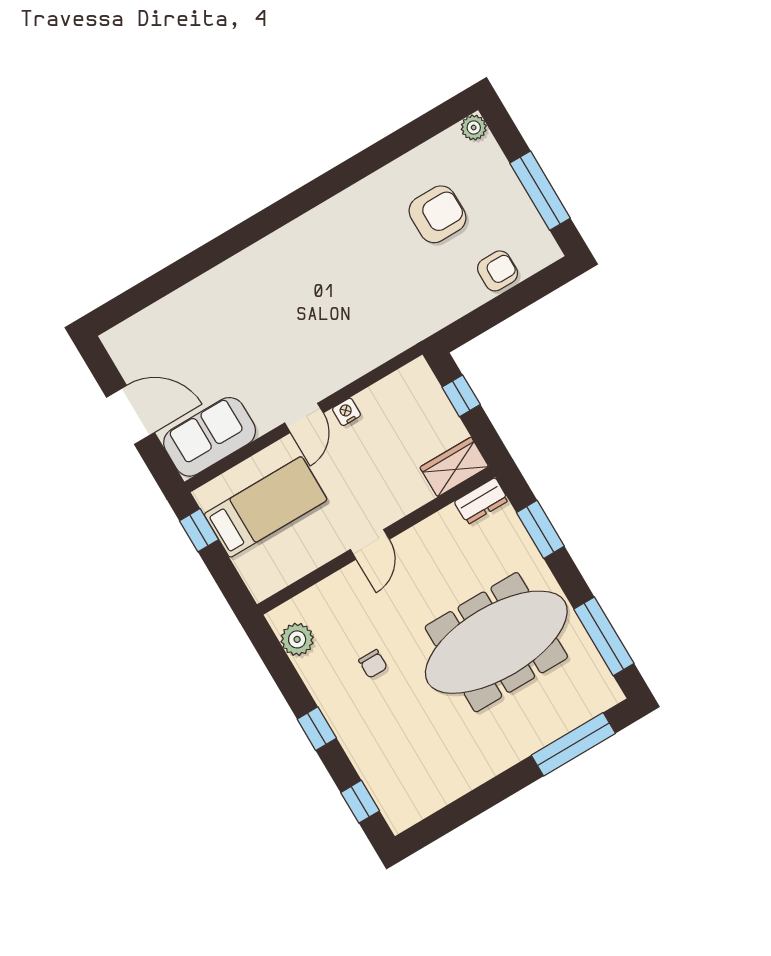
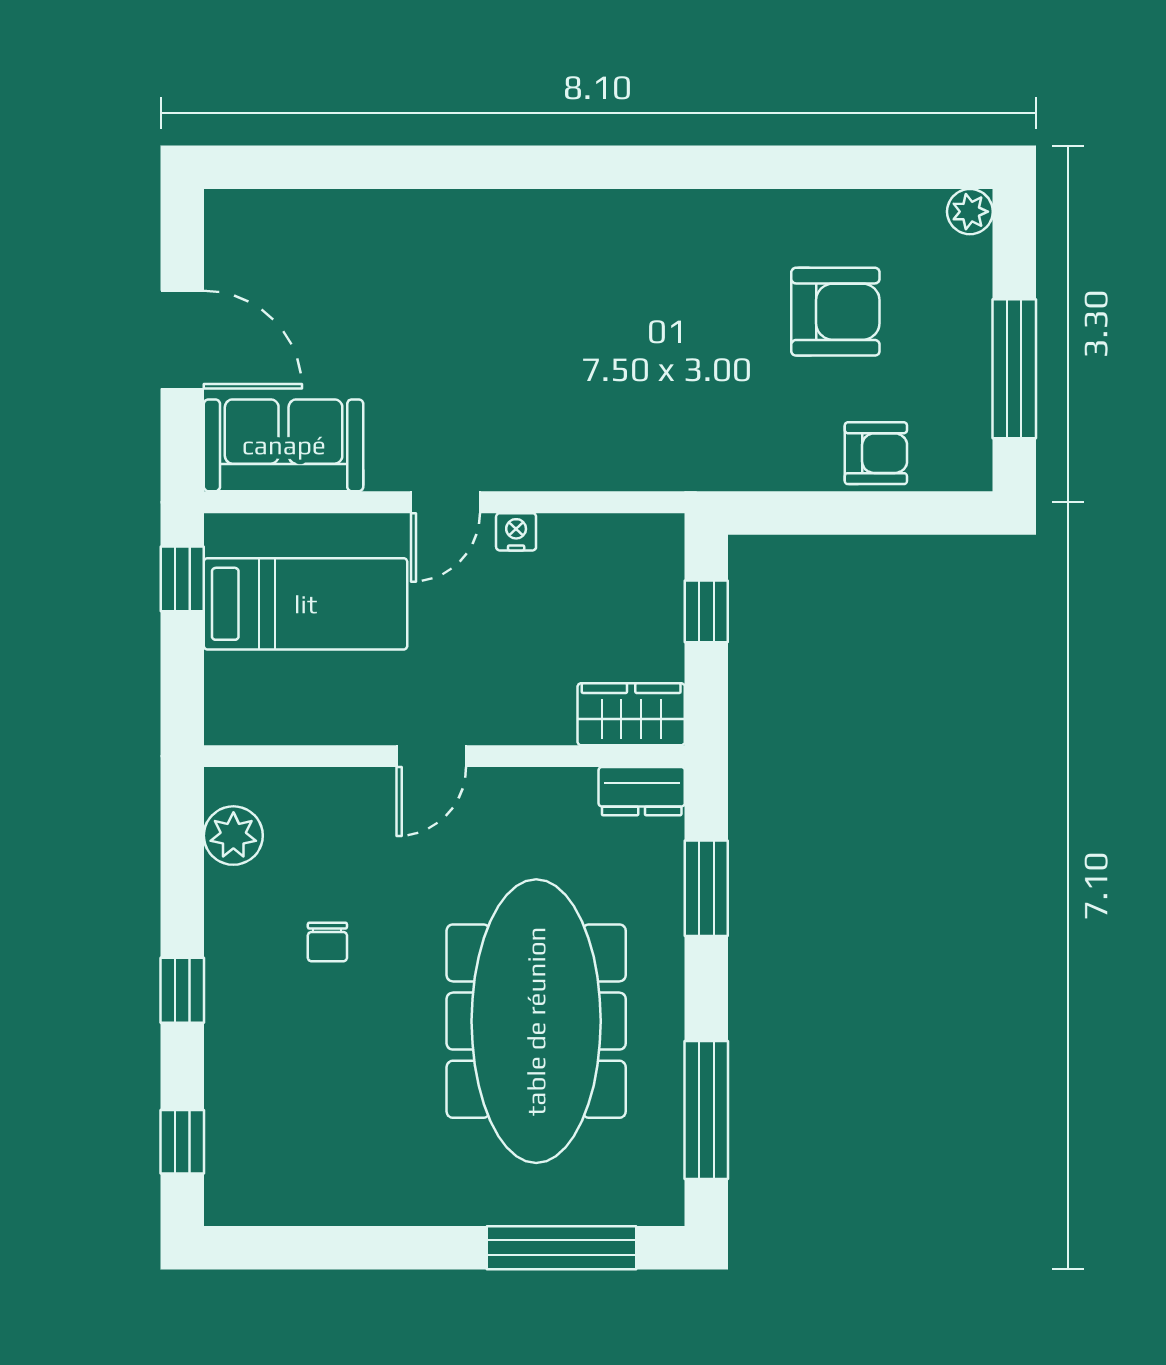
meeting table: (496, 642) -> (536, 1021), turned 90

